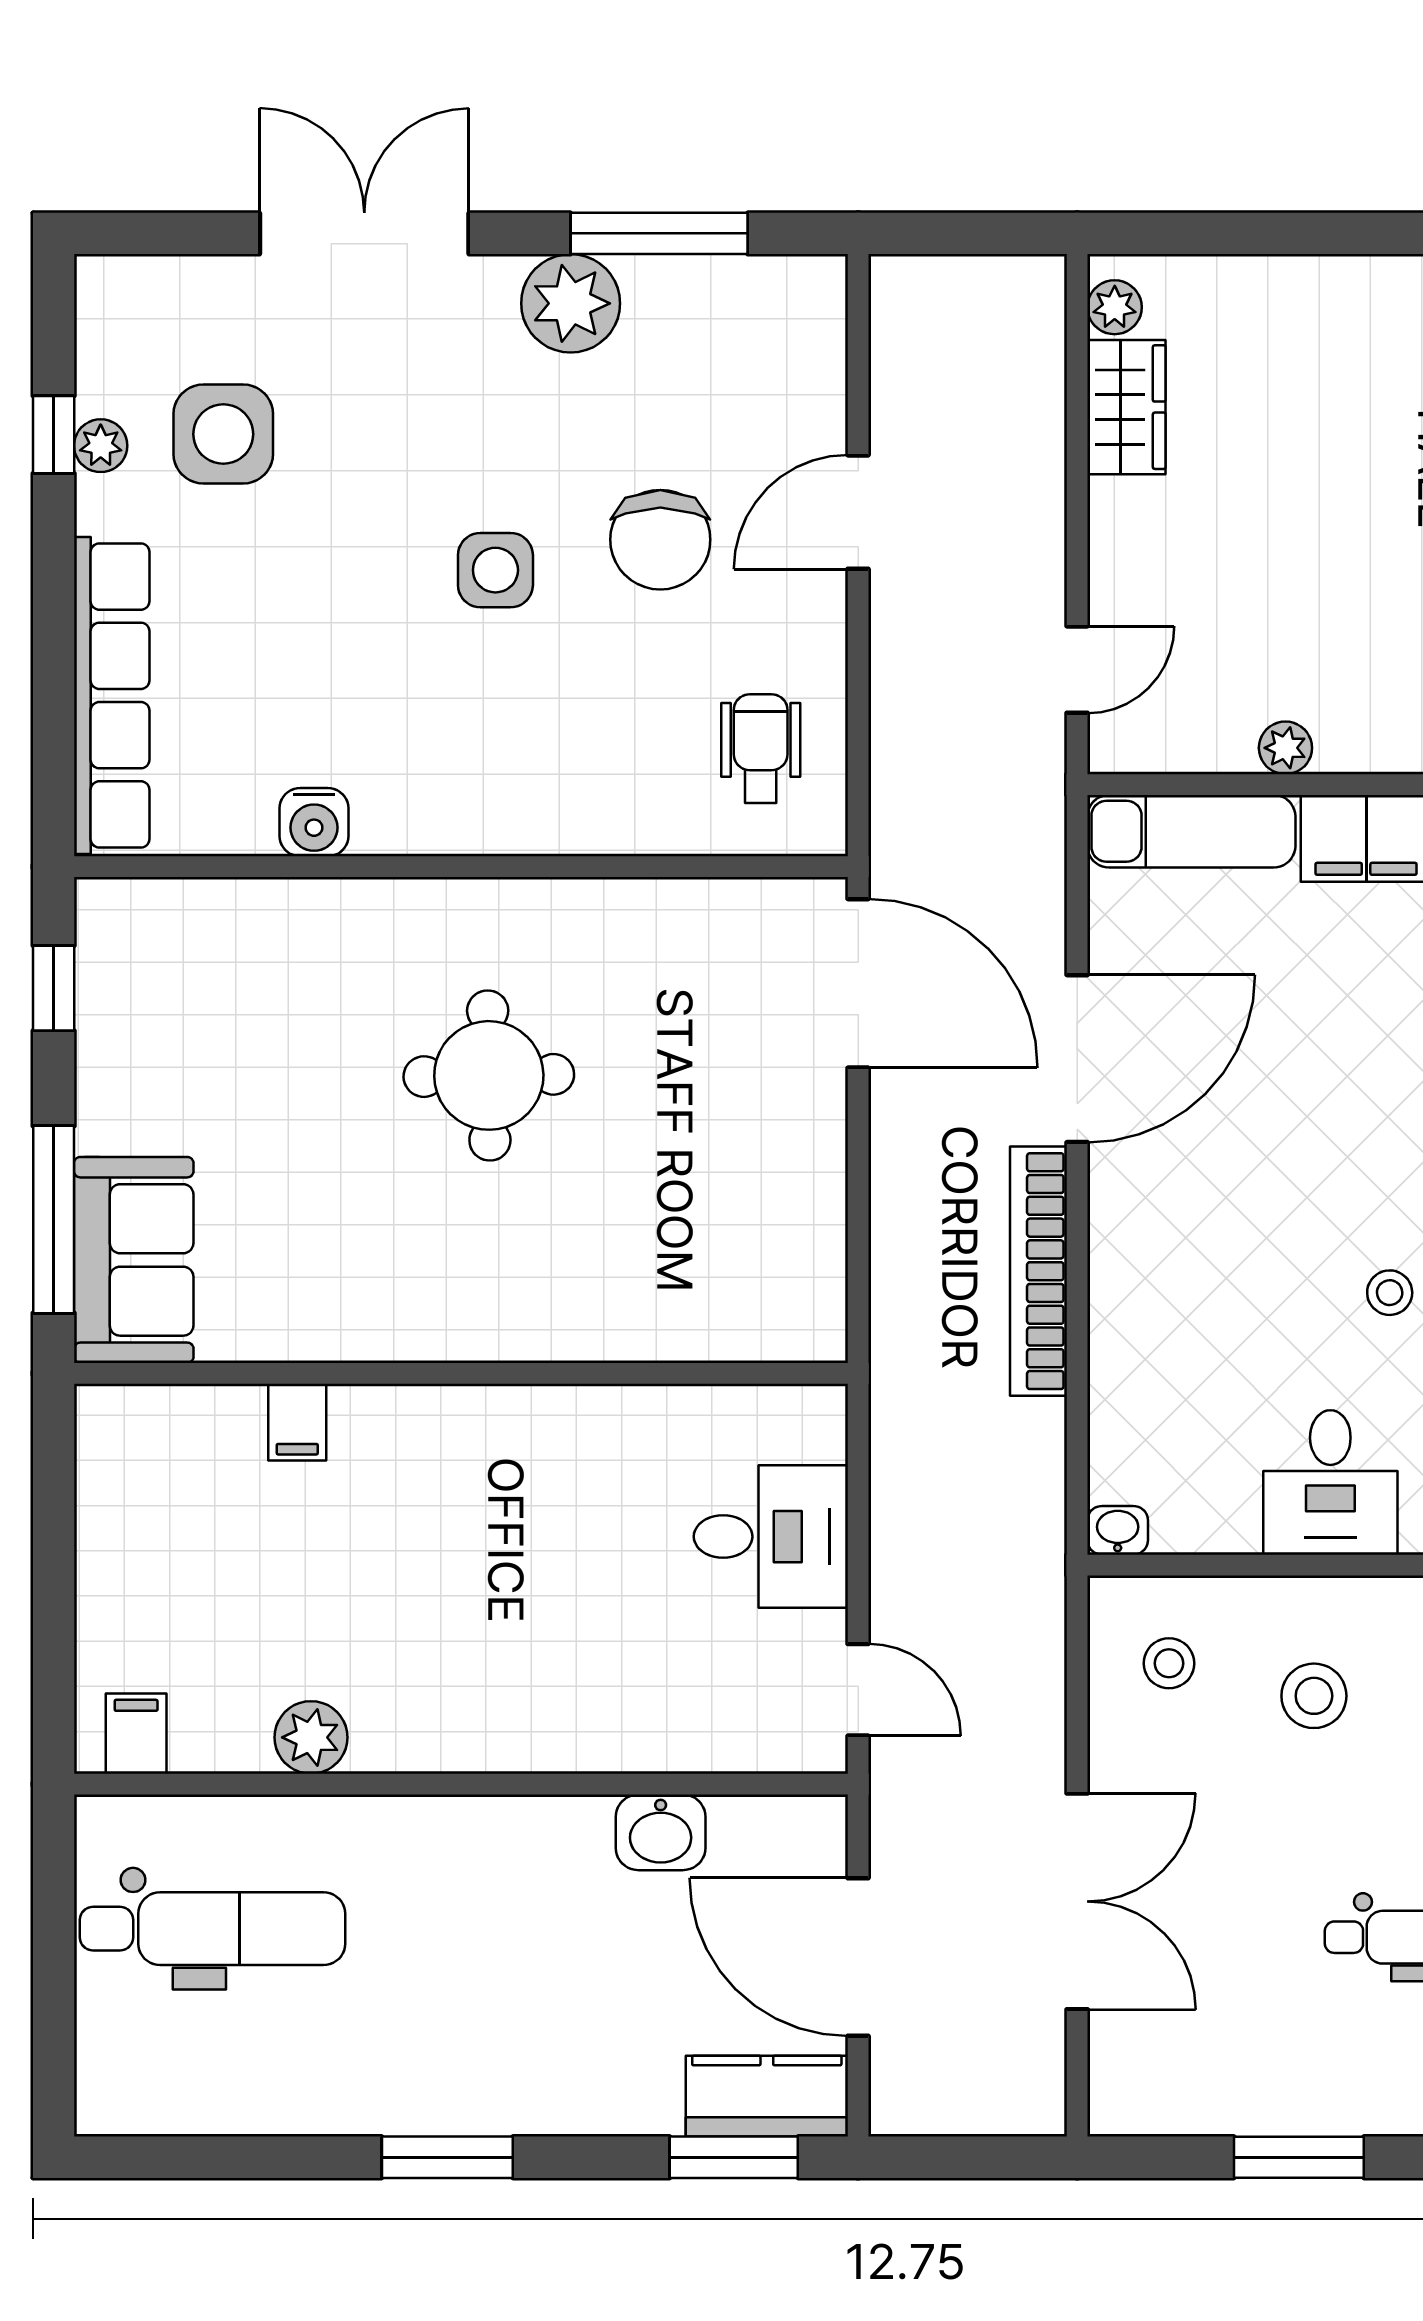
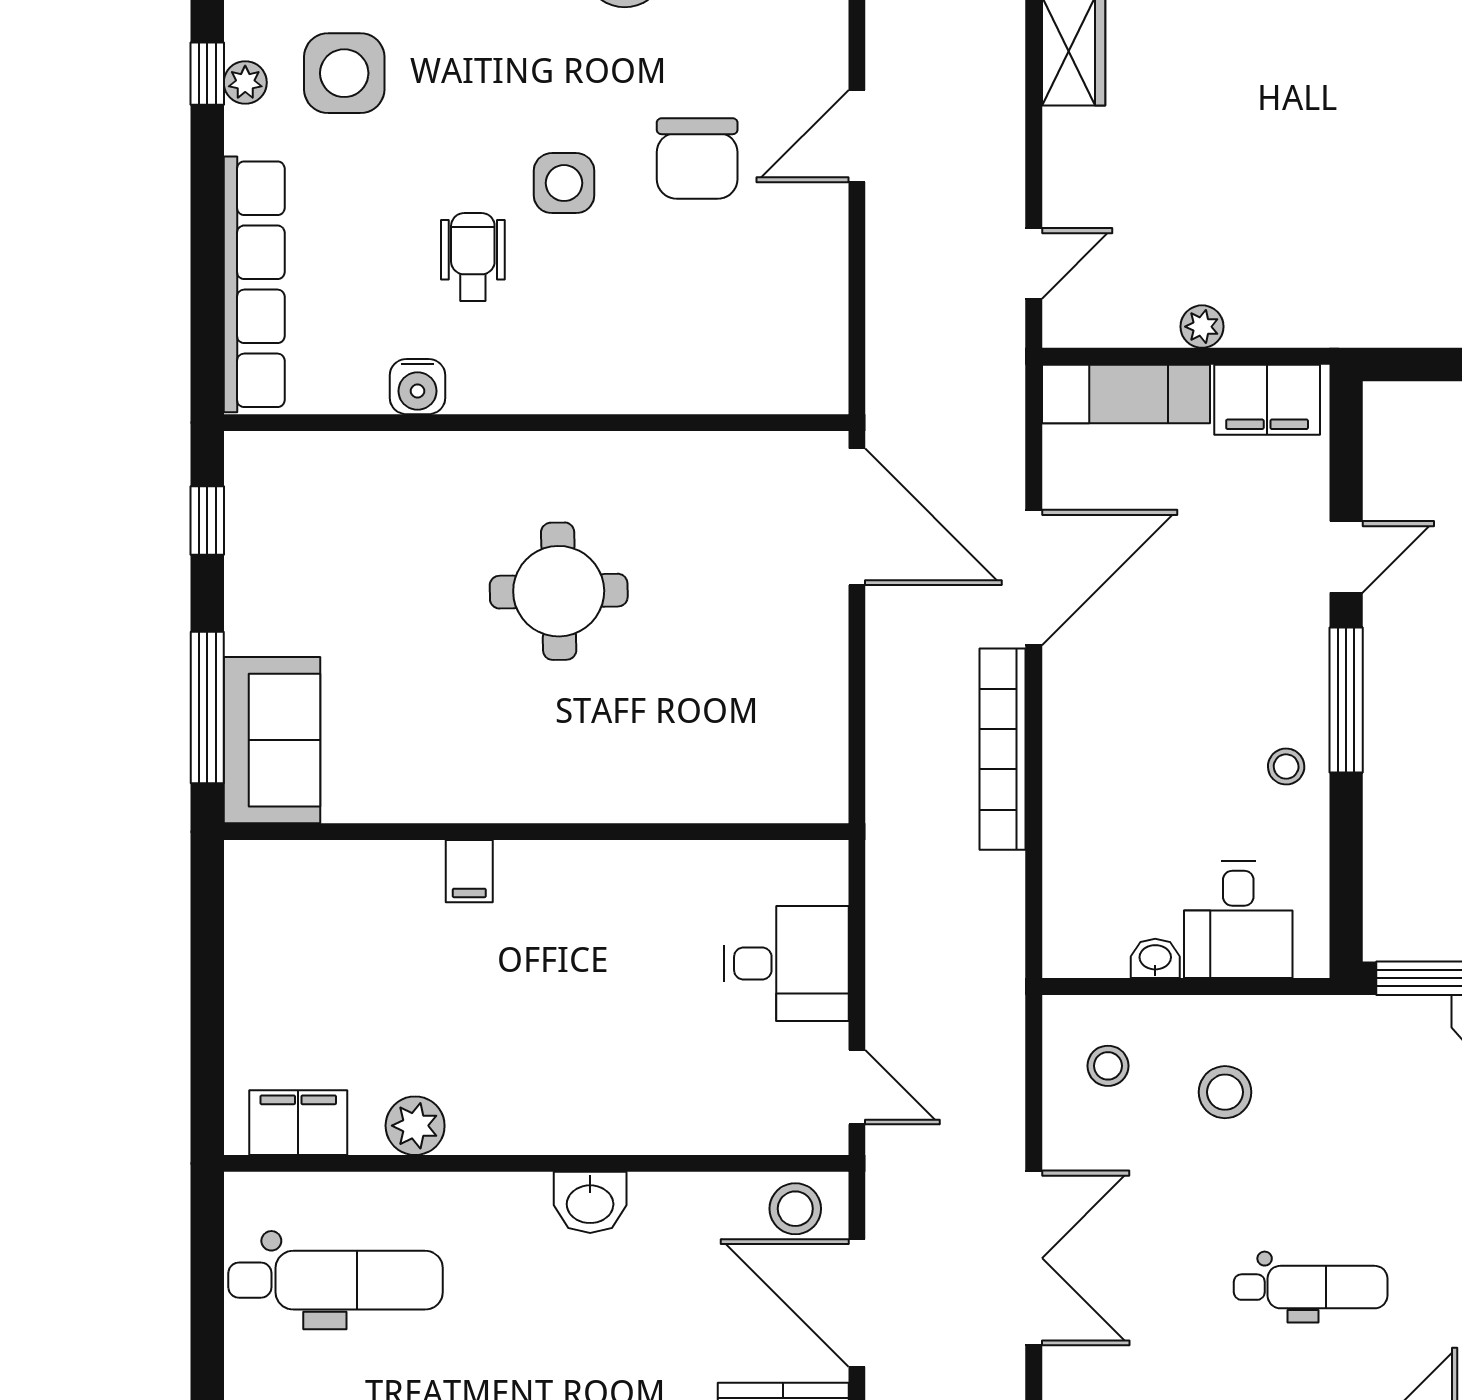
wheelchair: (761, 749) -> (473, 257), moved
filing cabinet: (297, 1422) -> (469, 871), moved
washbasin: (1118, 1530) -> (1155, 958), moved
filing cabinet: (136, 1734) -> (298, 1123), width x2.00
washbasin: (661, 1832) -> (590, 1202), moved
stool: (782, 1840) -> (795, 1209), added

